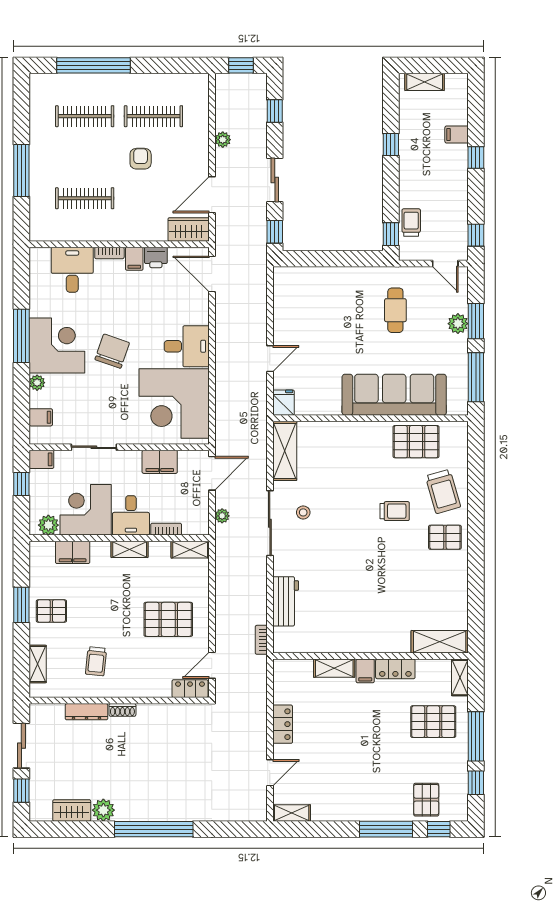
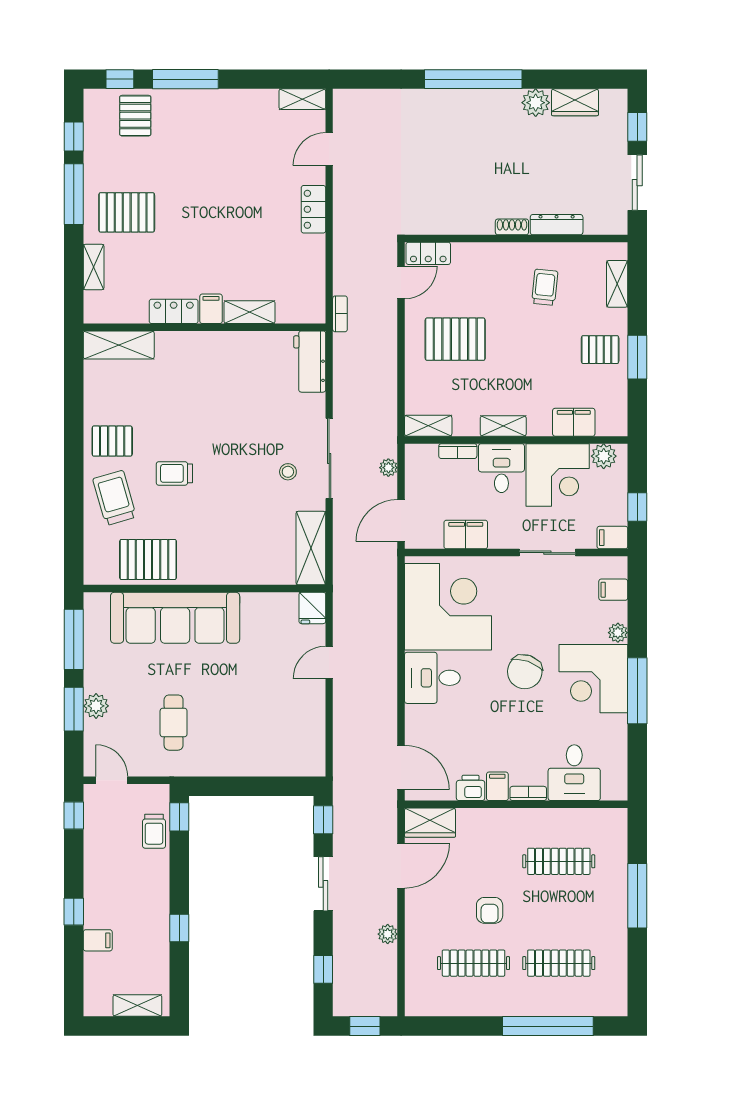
shelving: (440, 642) -> (119, 345), moved
wall: (370, 656) -> (204, 327), moved
shelving: (334, 668) -> (249, 312), moved
locker: (395, 669) -> (174, 311), moved
filing cabinet: (365, 671) -> (211, 309), moved

